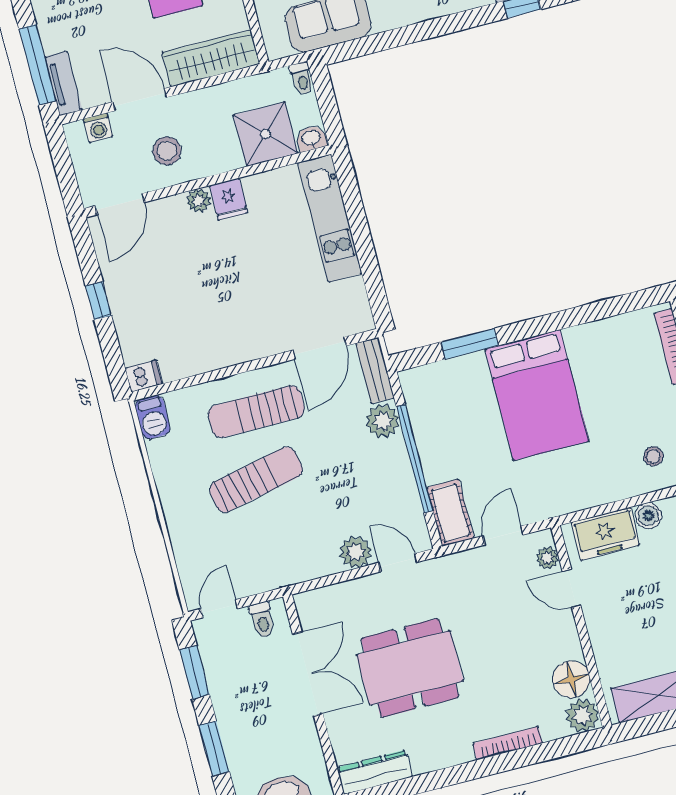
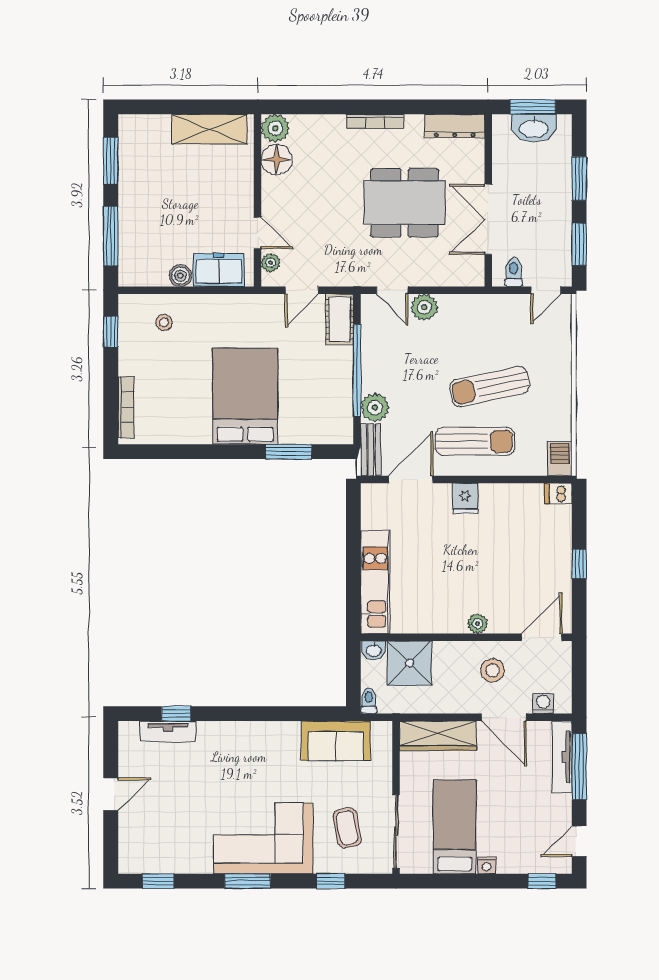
tv unit: (63, 83) -> (562, 757), width x1.41
fridge: (229, 199) -> (465, 498), moved, turned 180
bookcase: (508, 743) -> (375, 121), moved

